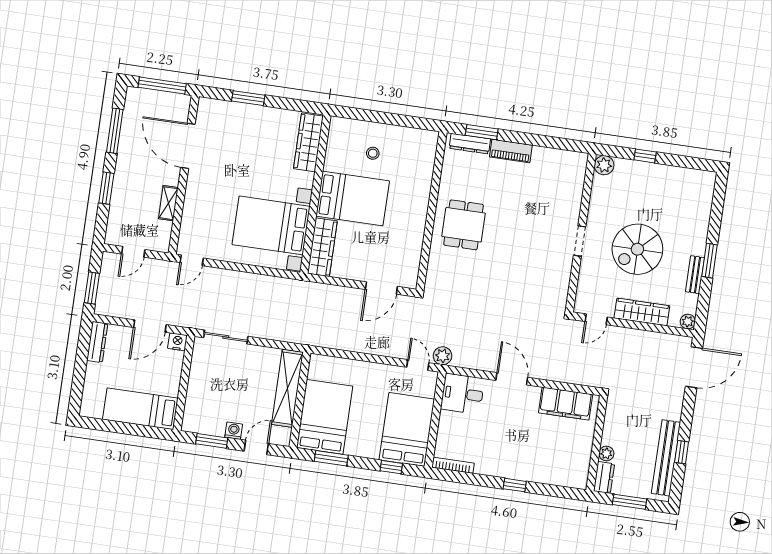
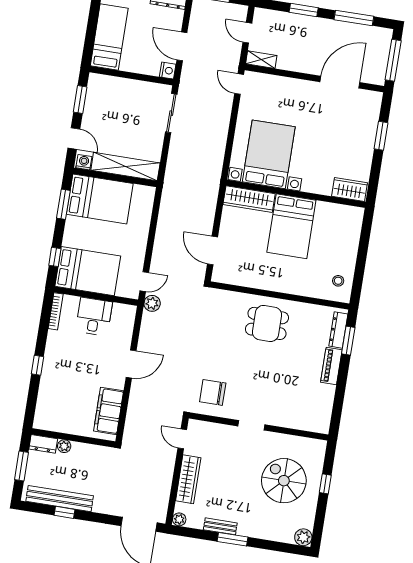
wardrobe: (308, 142) -> (350, 189), width x0.67
stool: (373, 153) -> (338, 281), moved
plant: (604, 165) -> (303, 537), moved
shelving: (168, 203) -> (261, 60), moved
spiral stairs: (637, 249) -> (284, 481), moved
chair: (543, 285) -> (213, 392), added
desk: (463, 394) -> (94, 317), moved
washing machine: (234, 431) -> (84, 162), moved, turned -90

